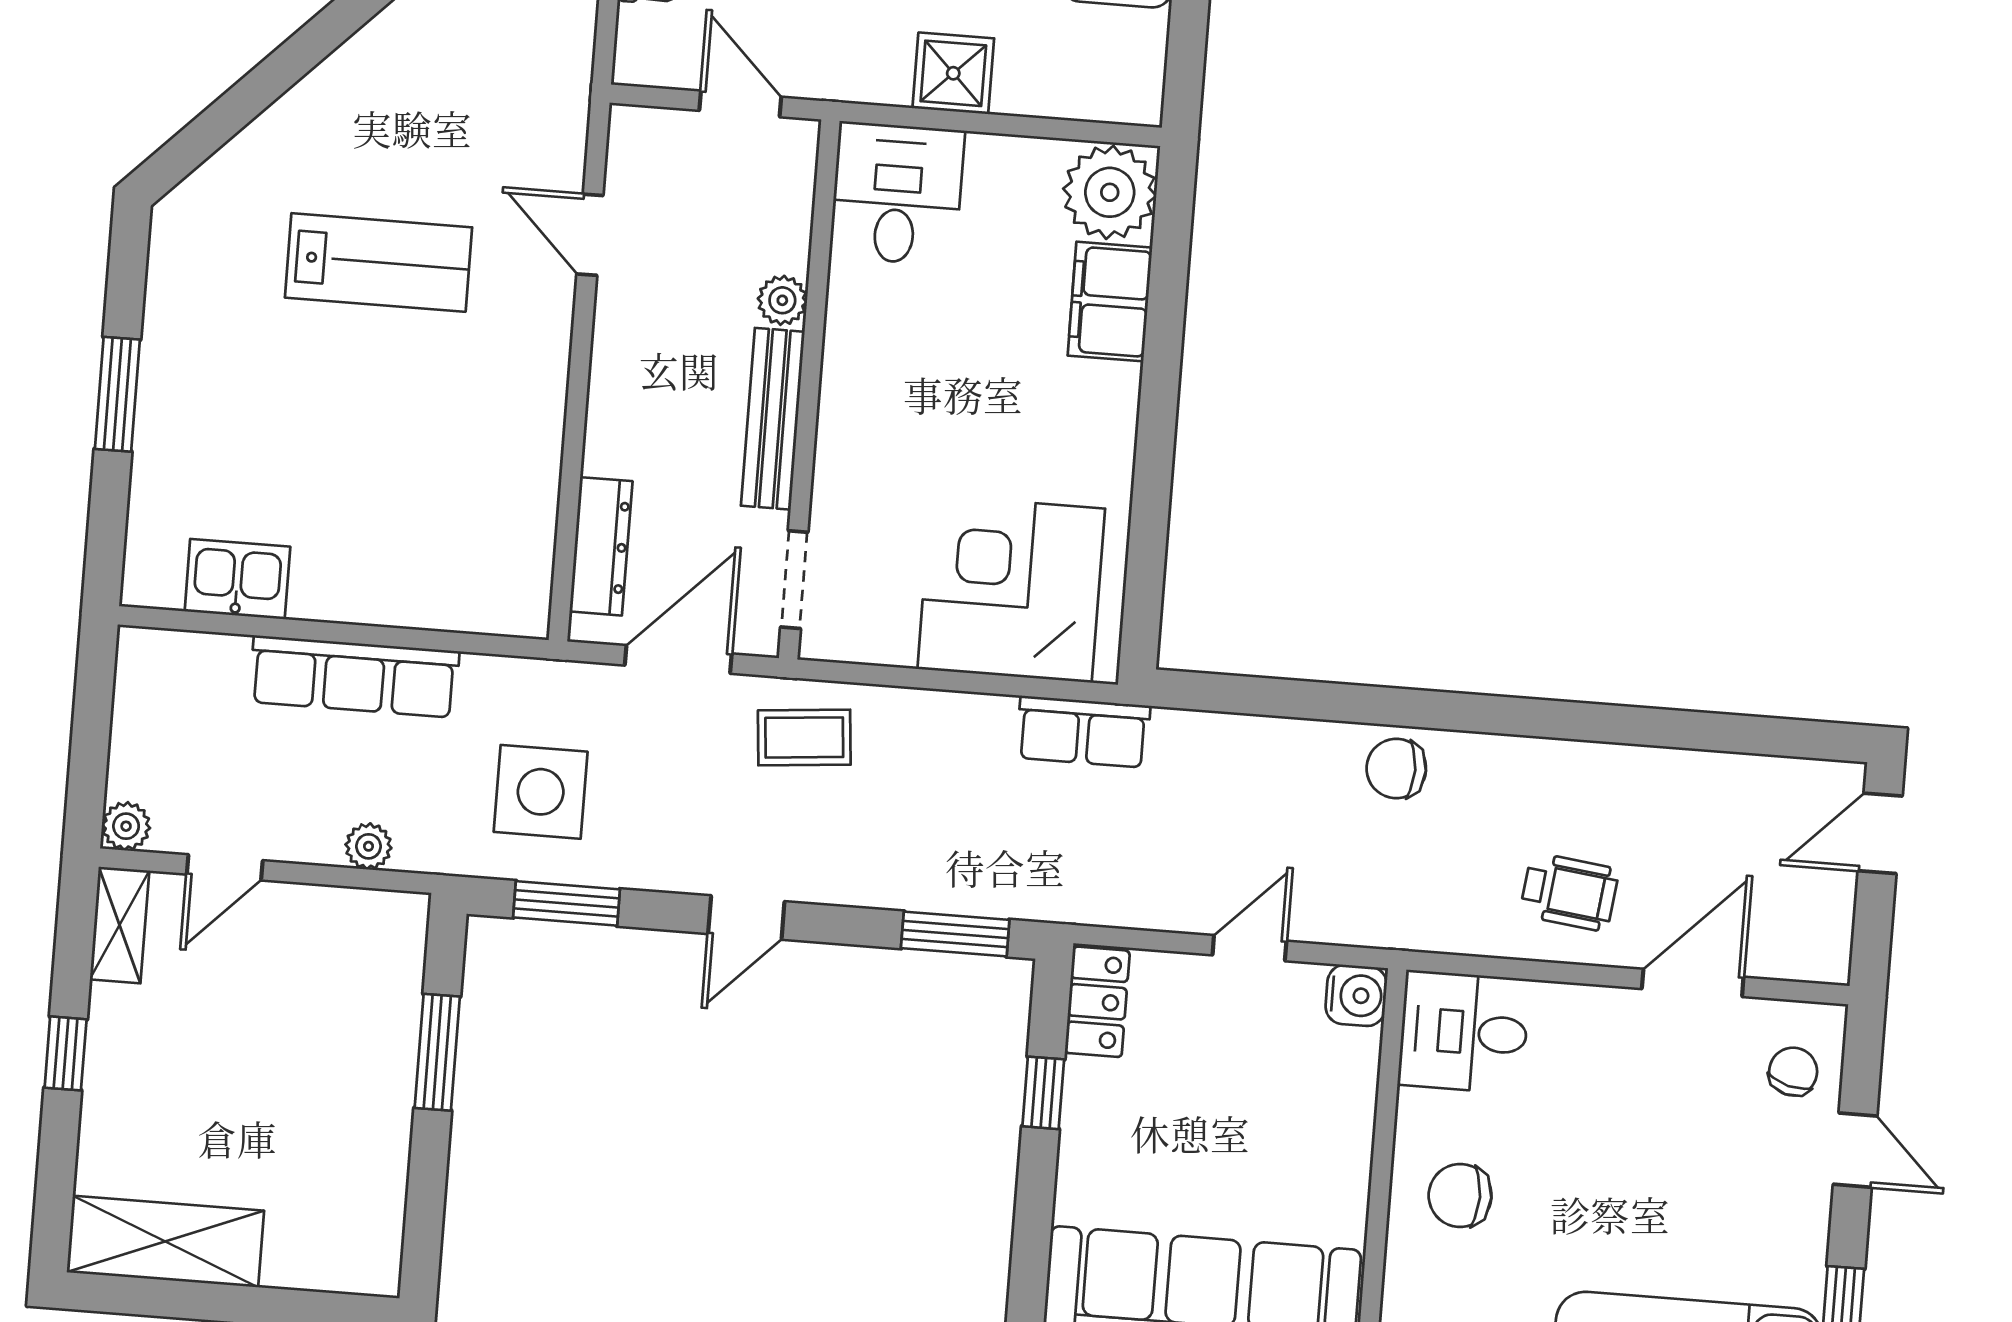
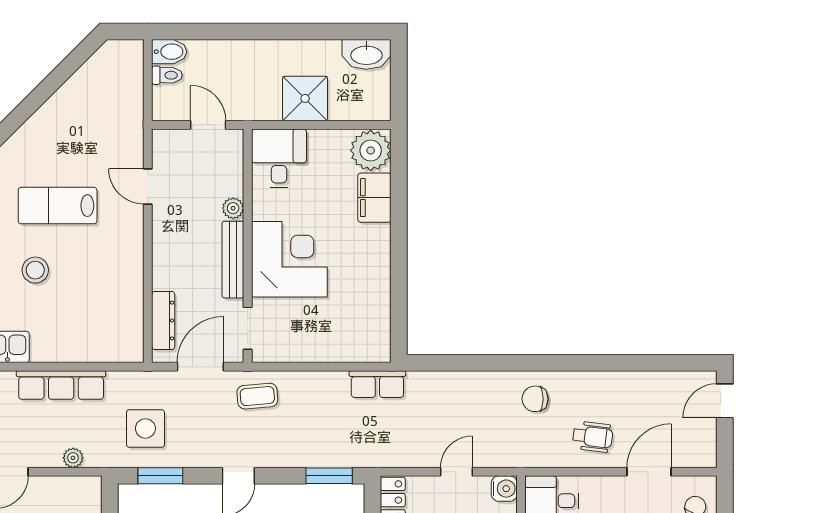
shower: (953, 73) -> (305, 98), width x1.36, depth x1.36
lab bench: (379, 262) -> (58, 206), turned 180
stool: (315, 407) -> (35, 270), added
corner desk: (1011, 589) -> (289, 259), moved, turned 90
chair: (1396, 769) -> (535, 399), moved

